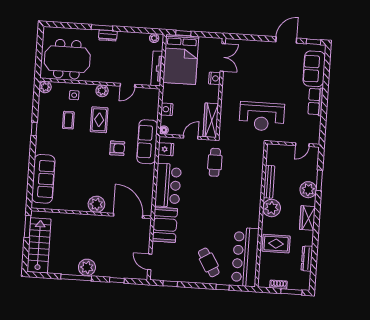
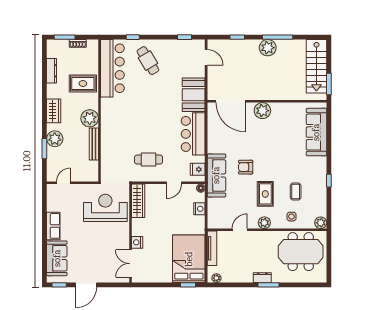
double door: (223, 57) -> (130, 264), moved
nightstand: (215, 78) -> (137, 242), moved
wall: (221, 88) -> (130, 233), moved
wardrobe: (211, 120) -> (138, 201), moved
cafe table: (215, 162) -> (149, 160), turned 90

